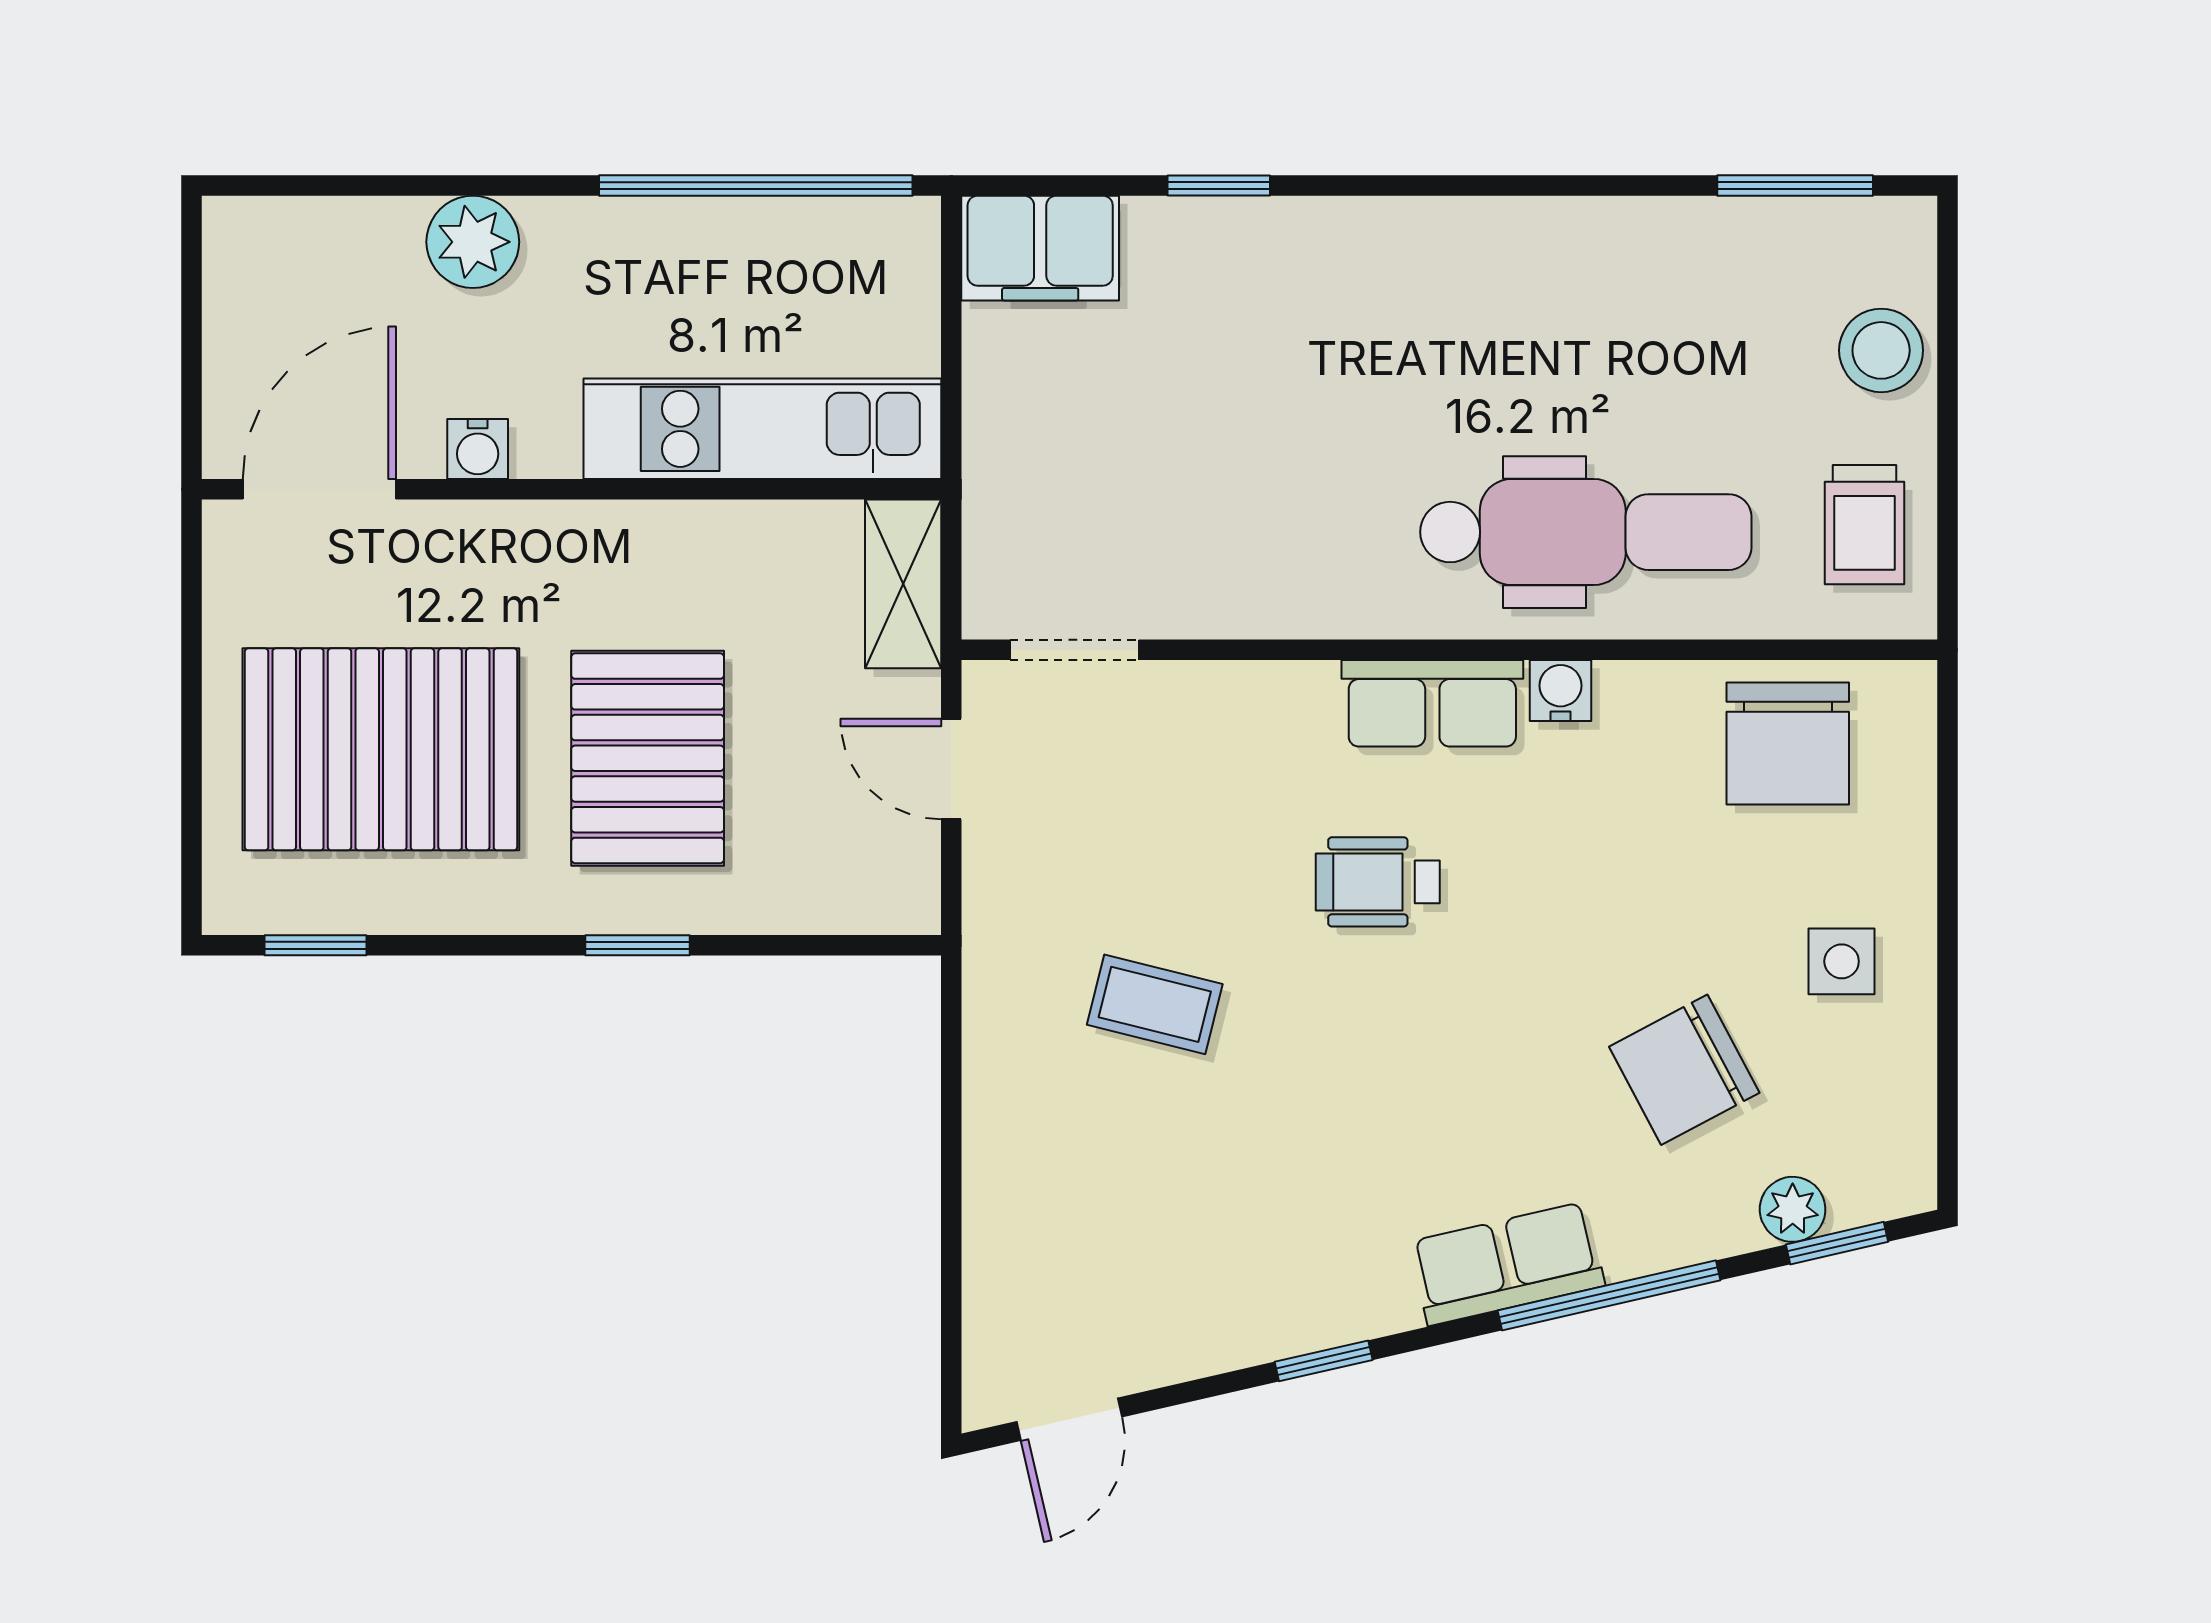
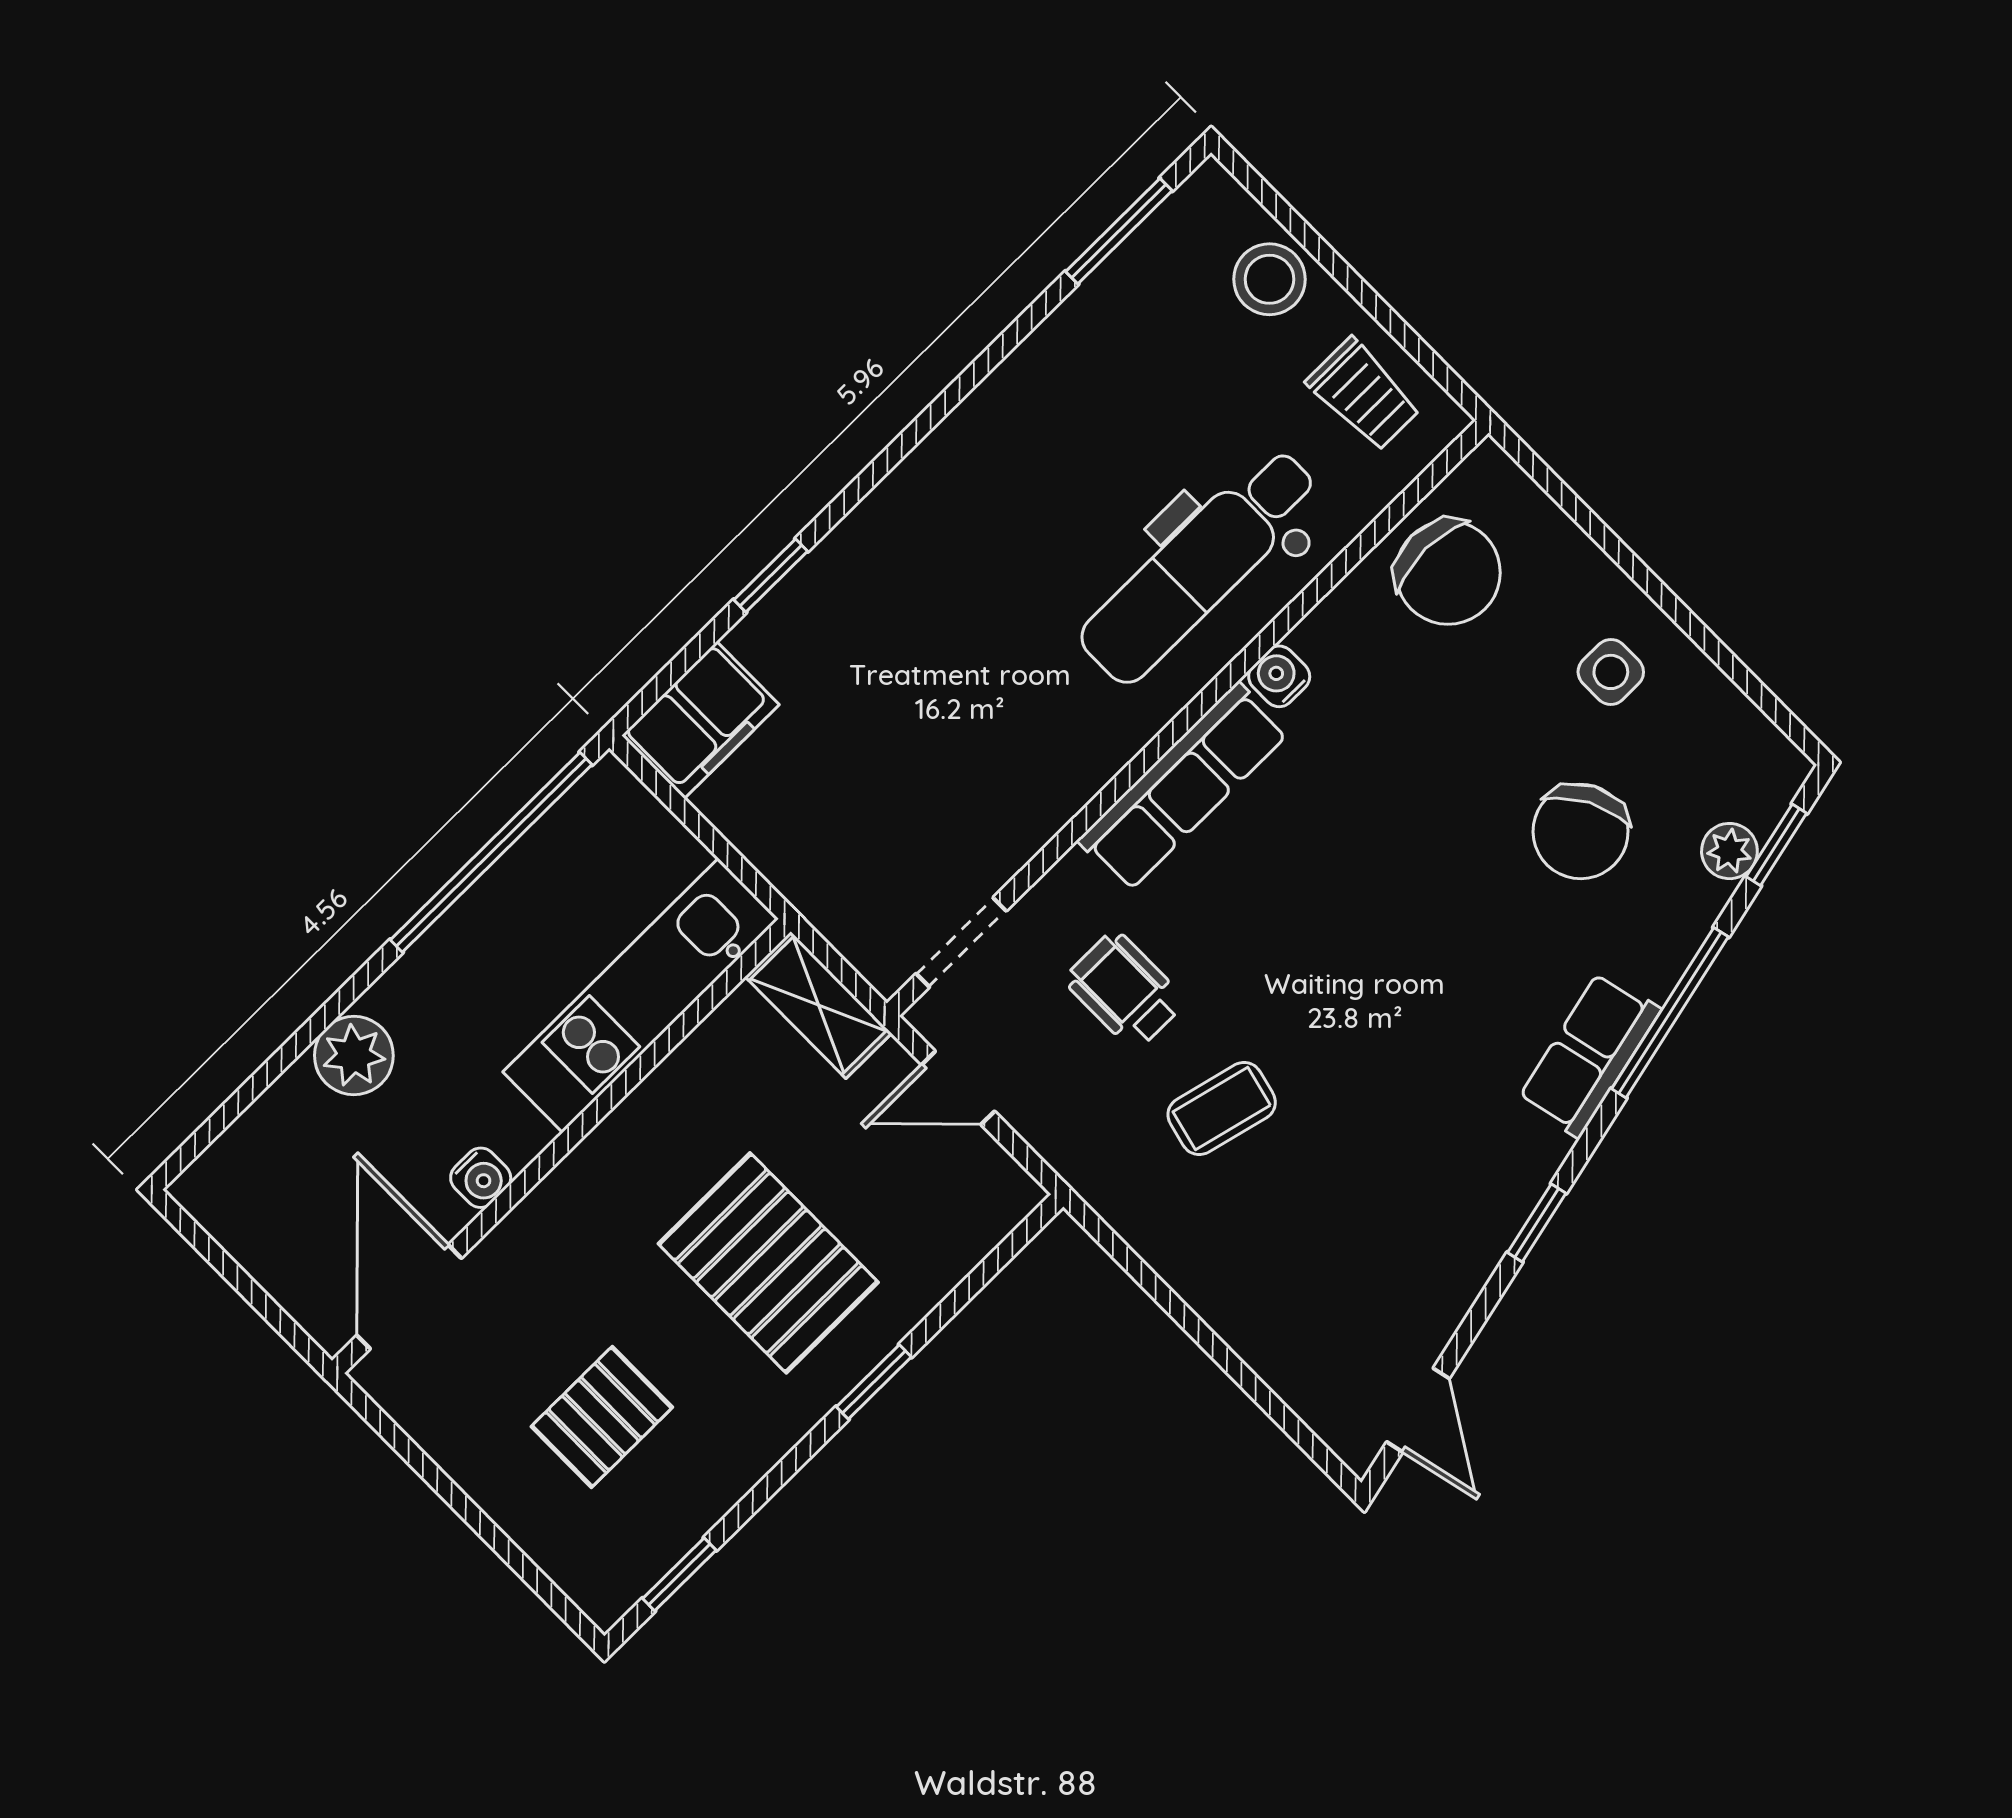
dental chair: (1586, 532) -> (1200, 566), turned 180
row of seats: (1432, 703) -> (1183, 787), width x1.48
pallet: (381, 749) -> (602, 1417), width x0.49, depth x0.50
wheelchair: (1378, 882) -> (1125, 990), moved, turned 90

